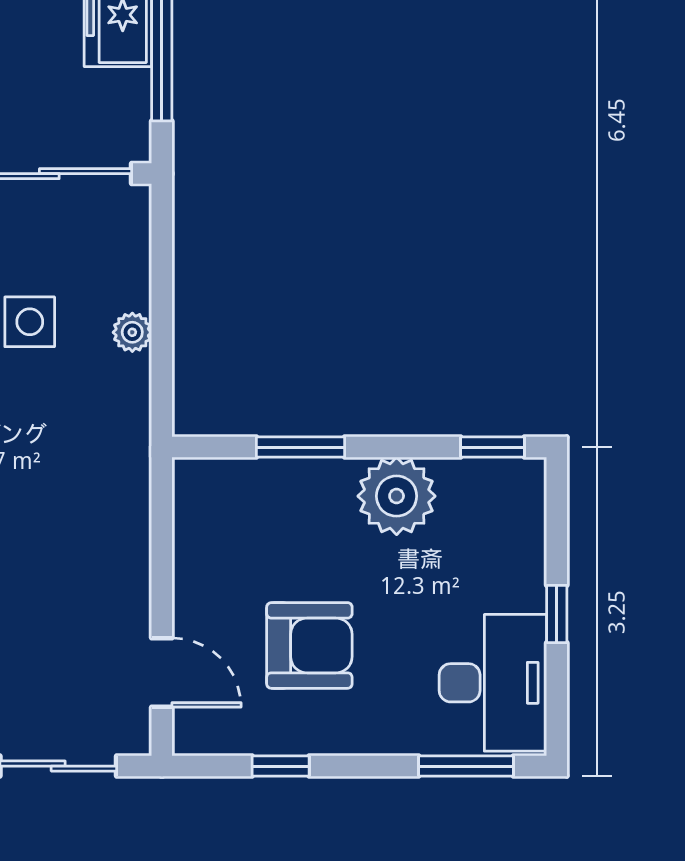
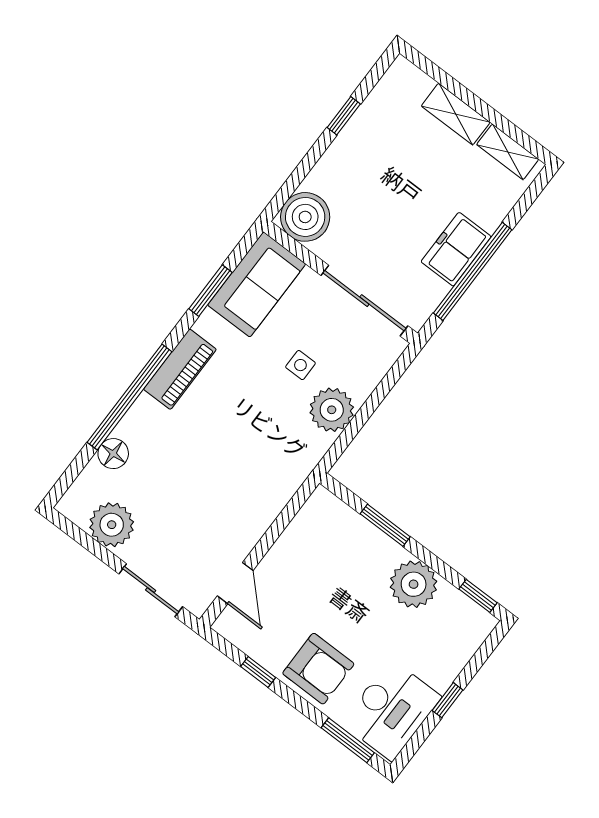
side table: (30, 322) -> (300, 365), width x0.73, depth x0.73
plant: (132, 332) -> (332, 410), width x1.87, depth x1.87
armchair: (309, 645) -> (318, 669), moved

